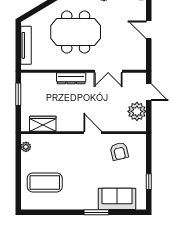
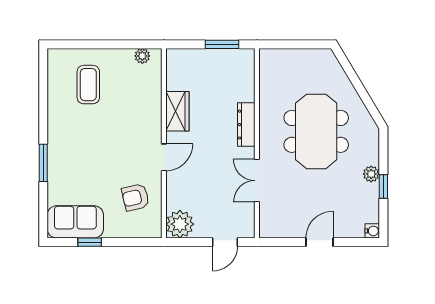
tv unit: (26, 45) -> (296, 56), removed
plant: (137, 111) -> (180, 224), moved
wardrobe: (43, 124) -> (177, 111), moved
coffee table: (45, 182) -> (88, 85), width x0.73, depth x0.76
sofa: (117, 199) -> (75, 222), moved, turned -90

